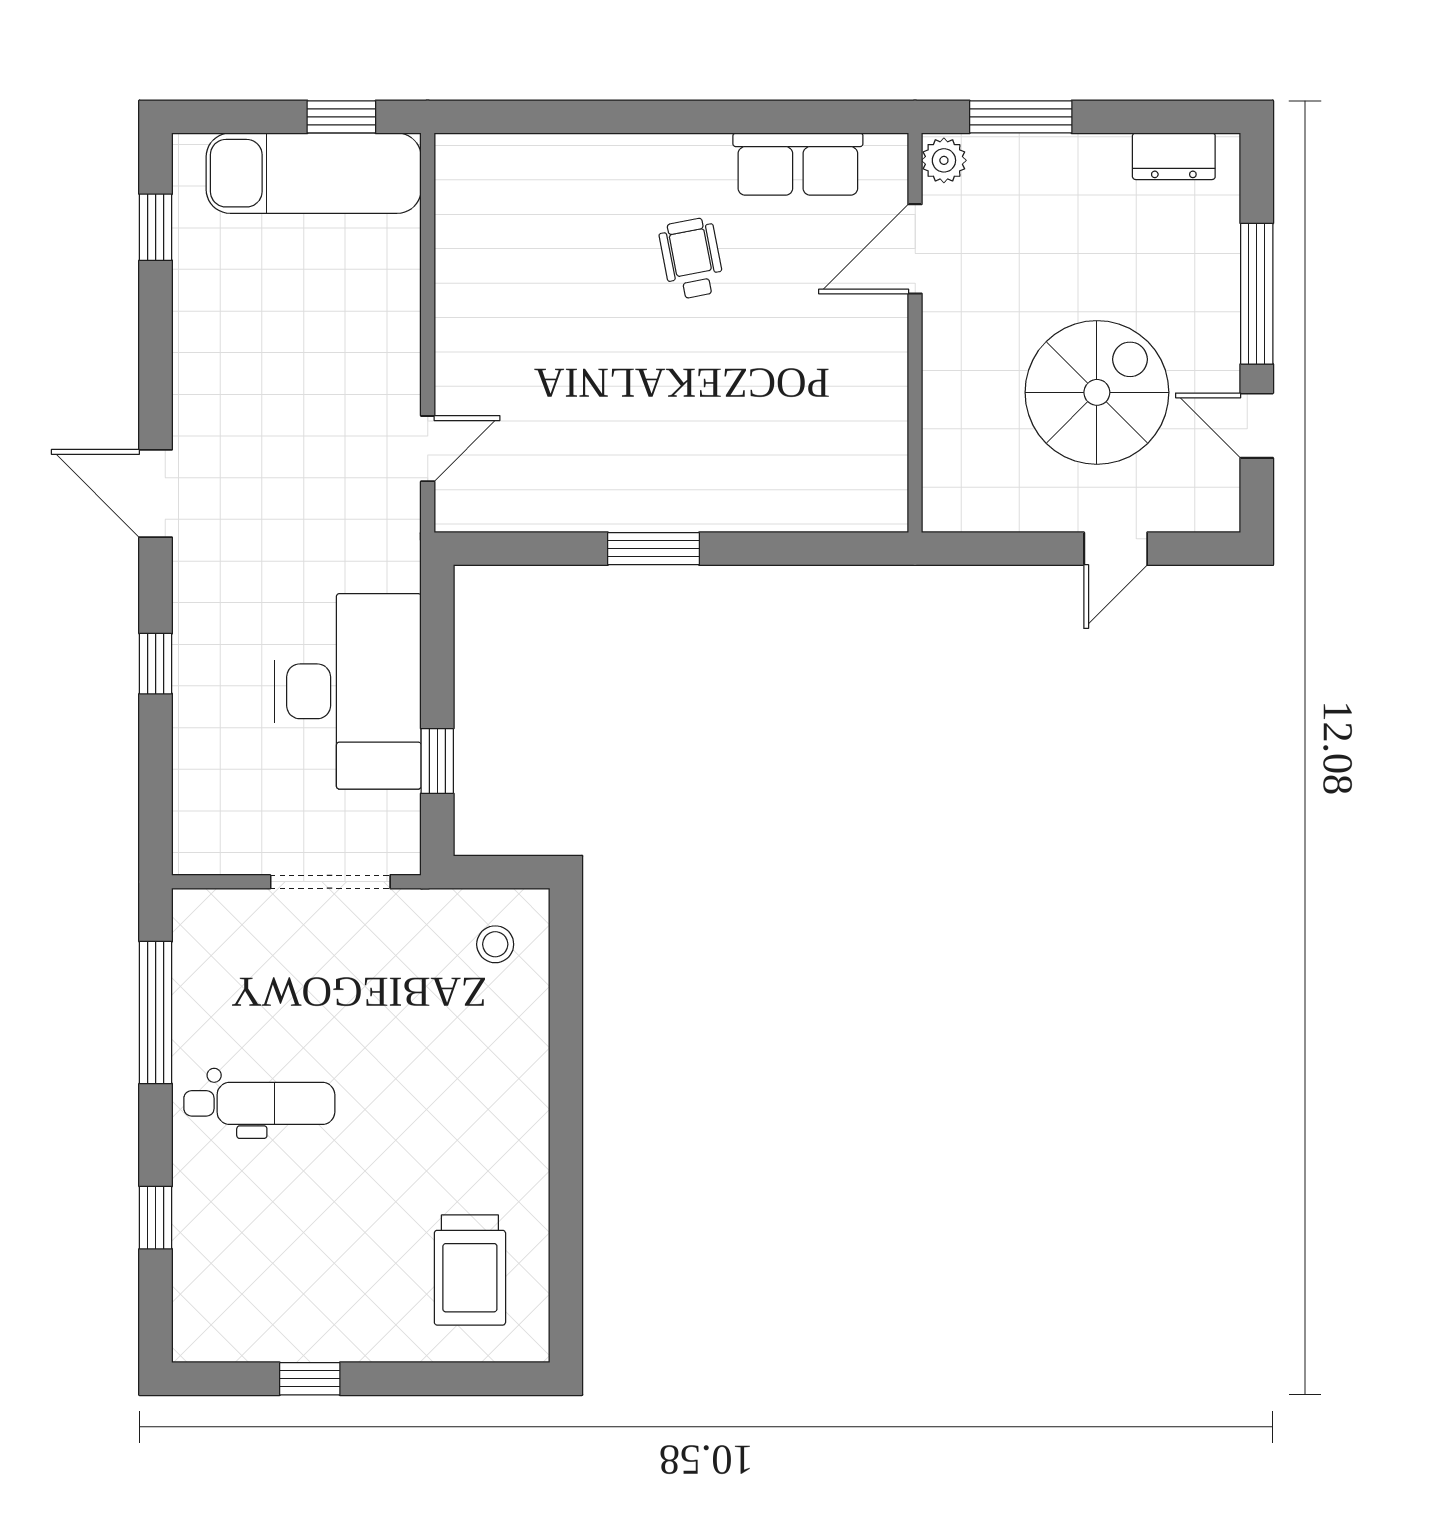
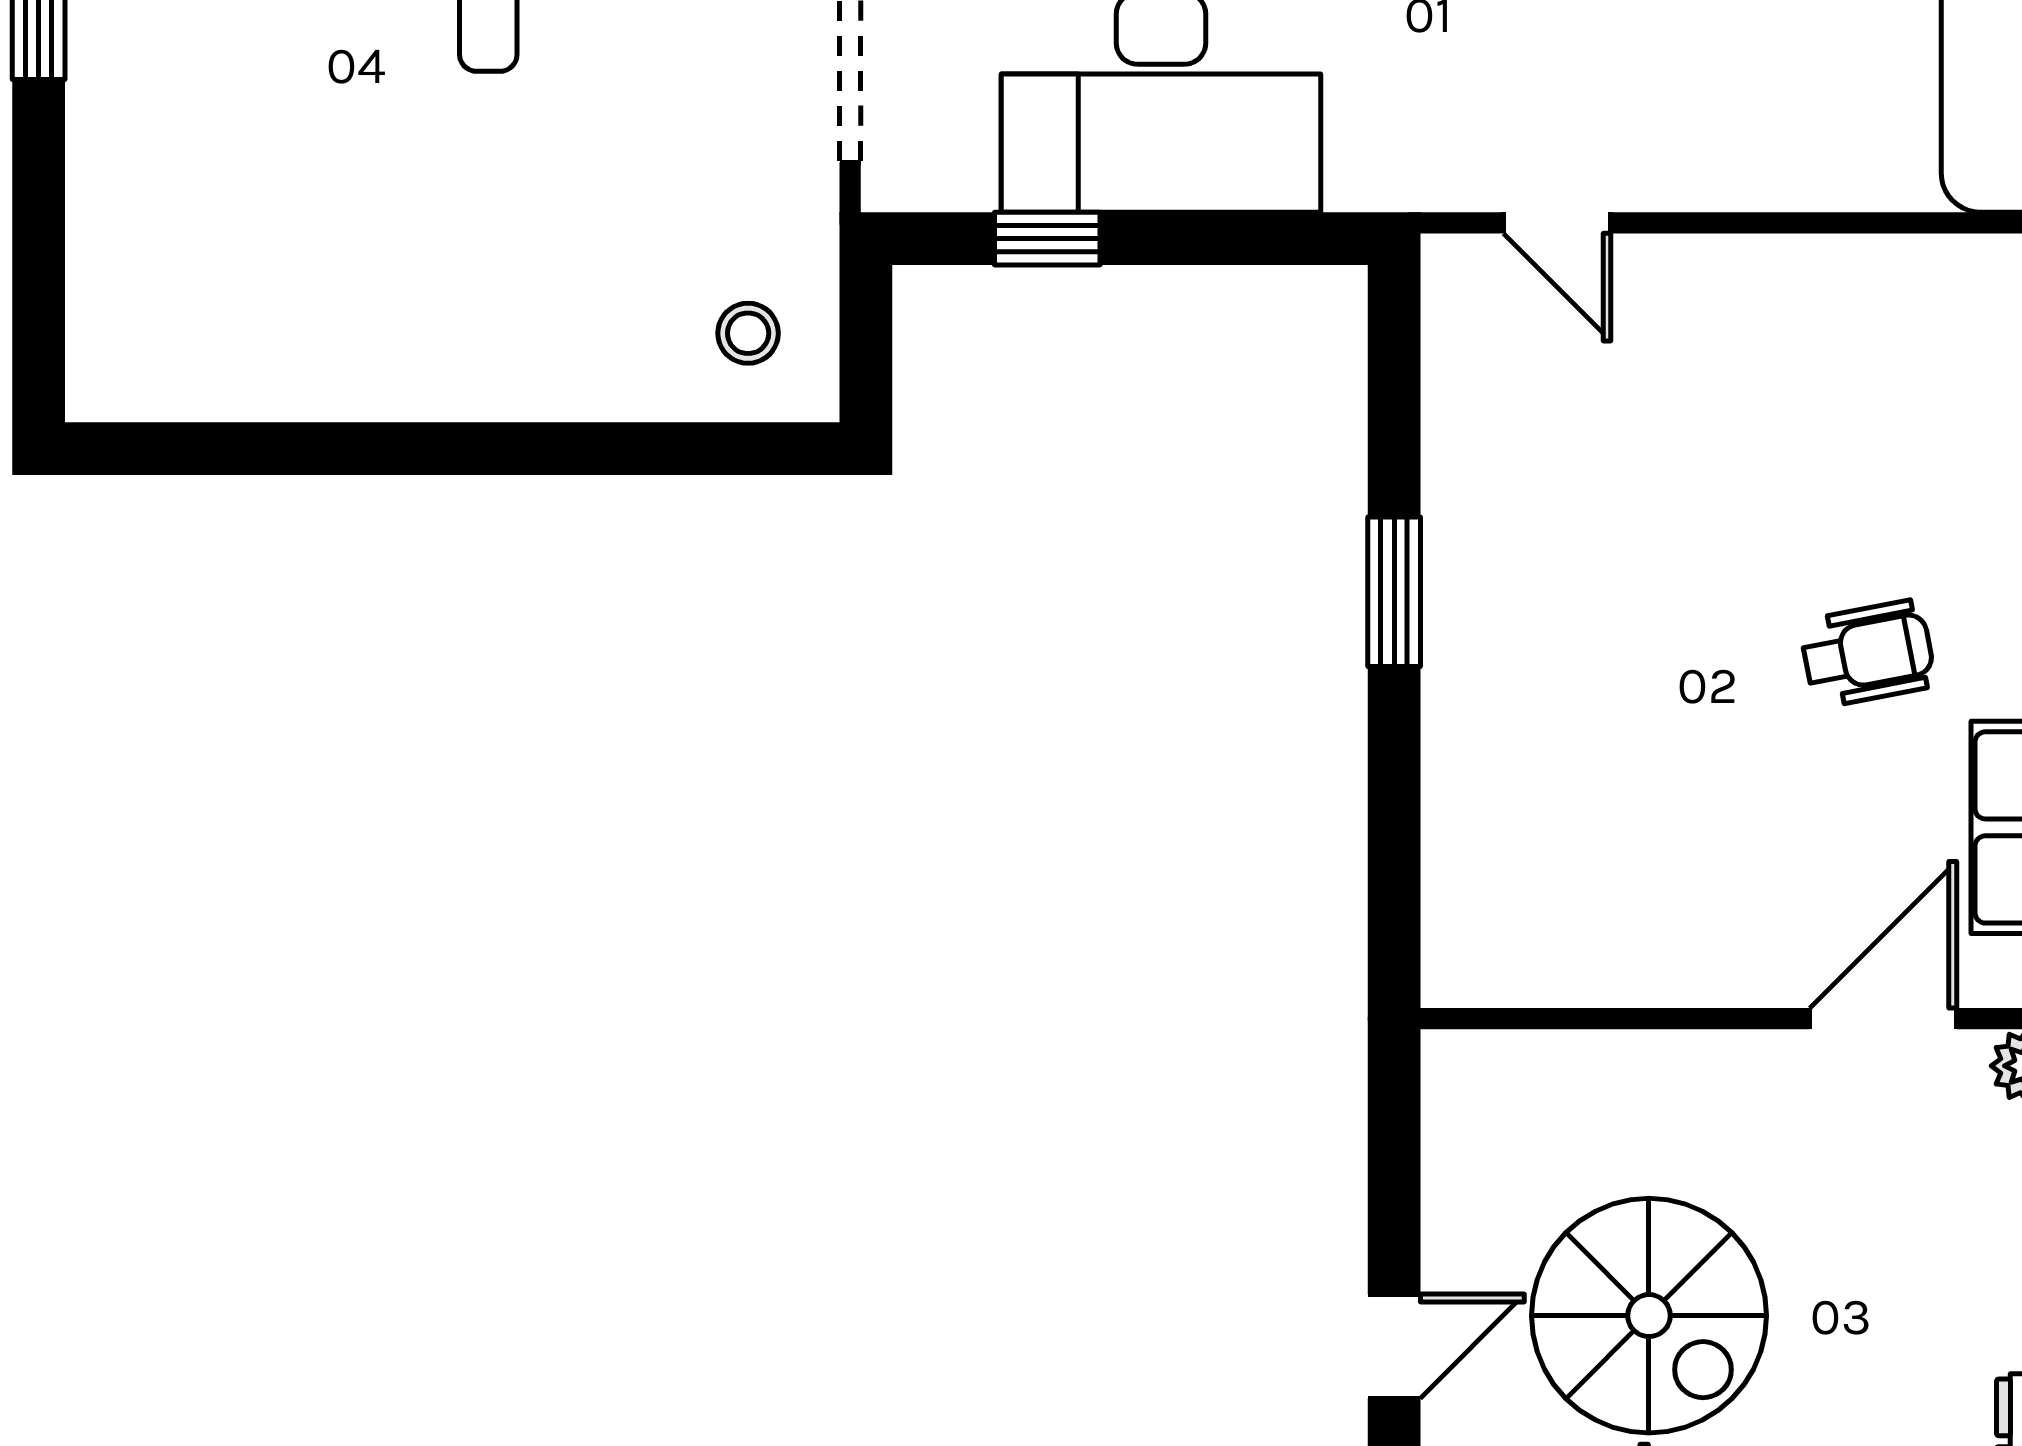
door: (915, 249) -> (1883, 1019), hinge flipped
door: (1116, 549) -> (1394, 1346), swing flipped
trolley: (470, 1270) -> (216, 292), removed

